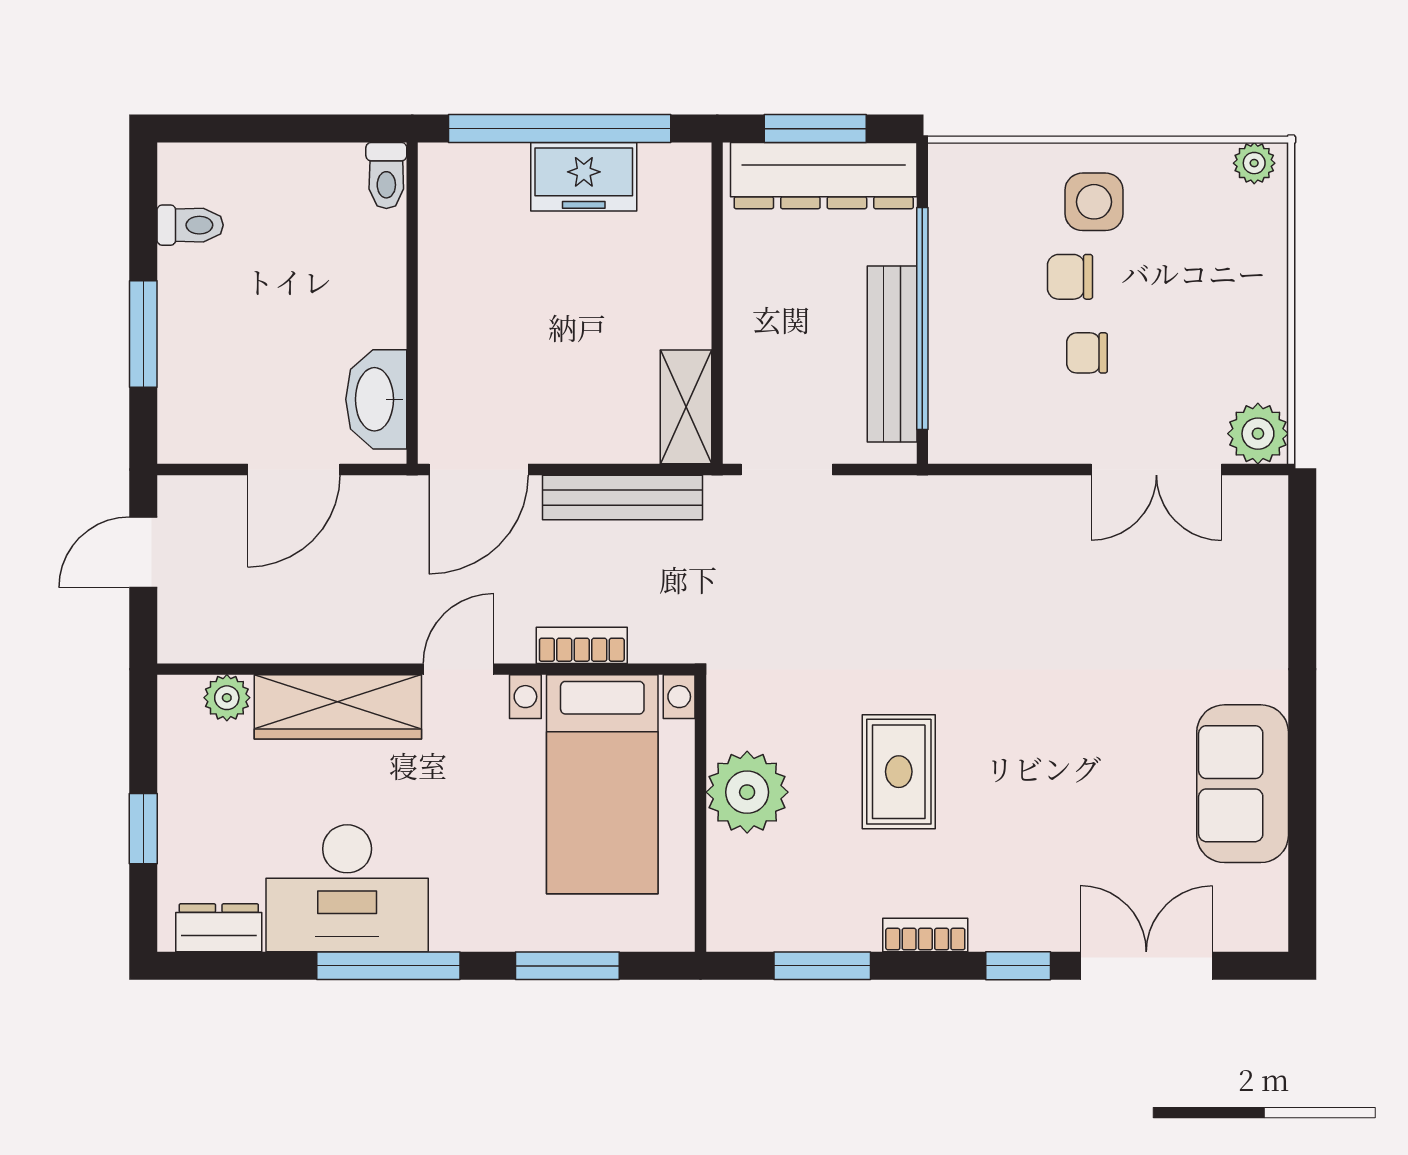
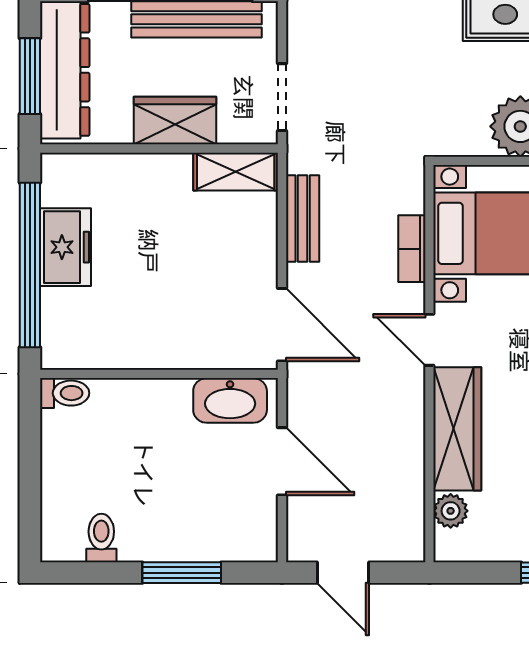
wardrobe: (755, 325) -> (175, 121), added
bench: (623, 497) -> (303, 218), width x0.73

